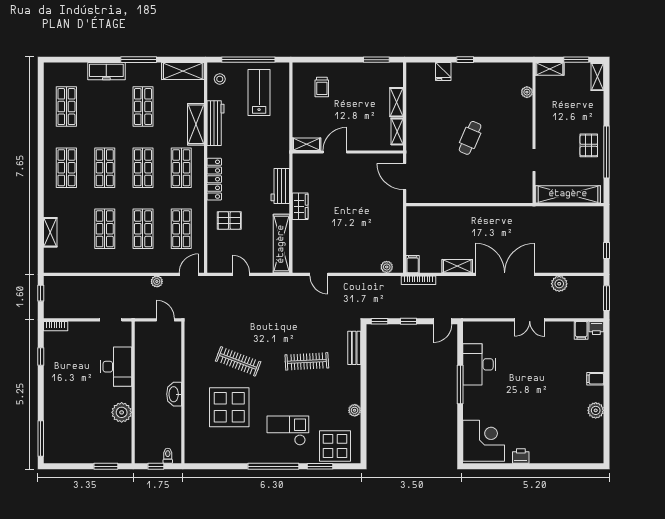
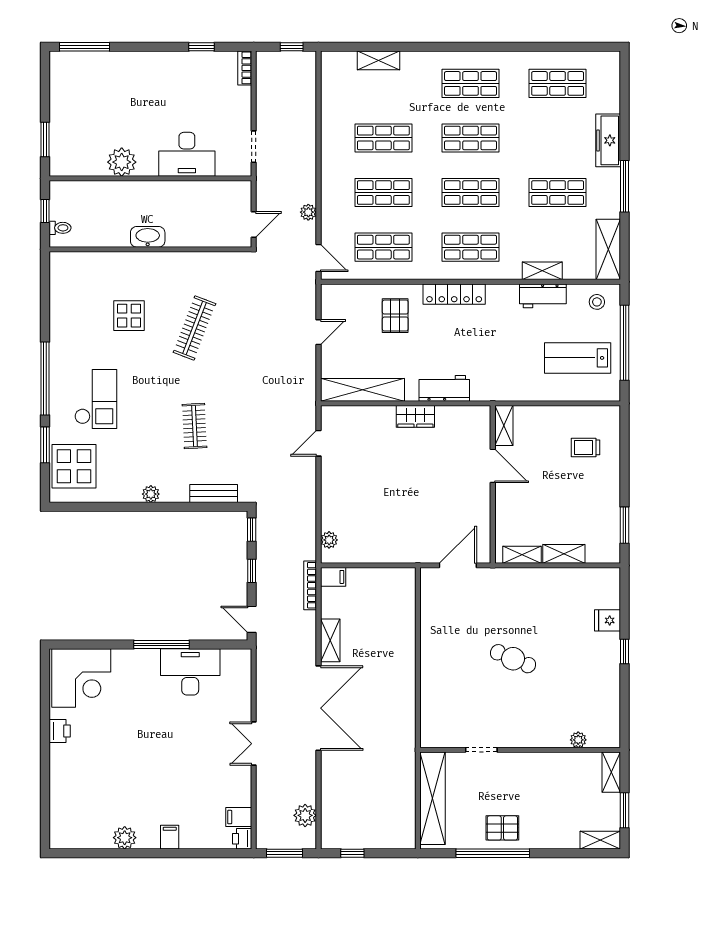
lab bench: (259, 92) -> (578, 358), turned 180
workbench: (215, 123) -> (543, 296), width x0.73
shelving: (196, 124) -> (542, 271), width x0.67, depth x0.75
plant: (559, 284) -> (305, 815), moved
clothes rail: (307, 361) -> (194, 426), width x0.73
display table: (229, 407) -> (129, 316), width x0.54, depth x0.54
plant: (355, 410) -> (151, 494), moved

